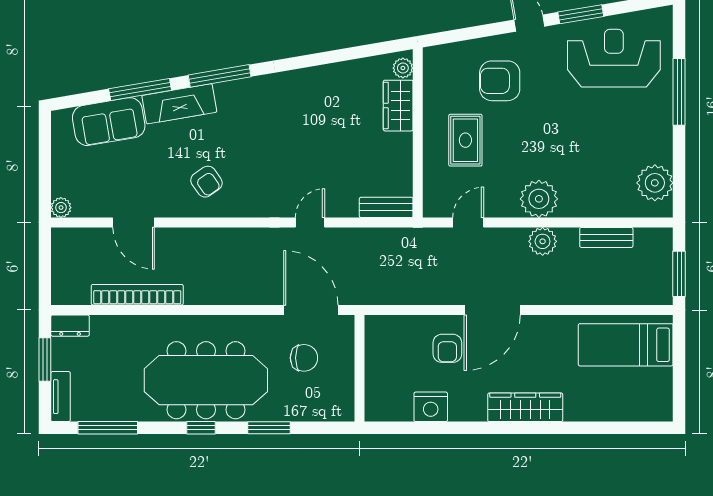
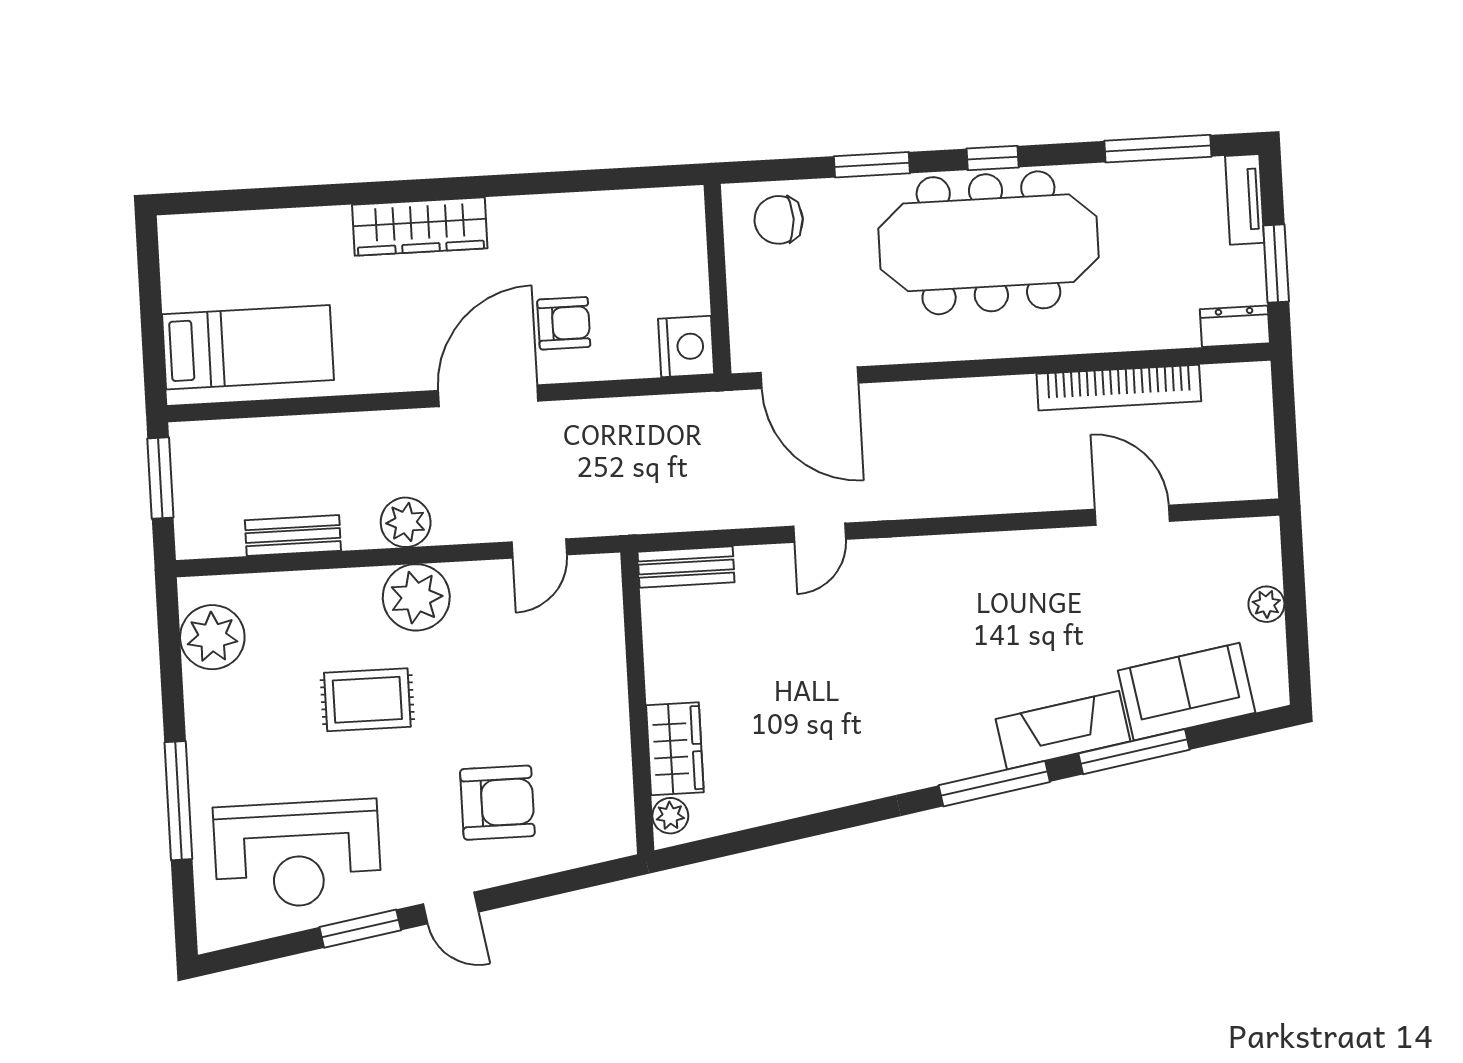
rug: (465, 140) -> (367, 700), moved, turned 90
armchair: (206, 182) -> (1007, 595), removed
plant: (61, 208) -> (1266, 604), moved
armchair: (447, 348) -> (564, 323), turned 90
chair: (304, 358) -> (779, 220), moved
nightstand: (431, 407) -> (686, 346), moved, turned 90

